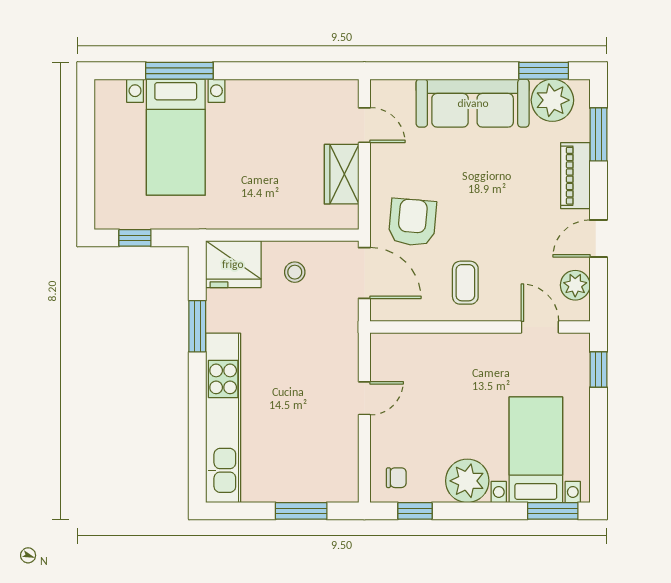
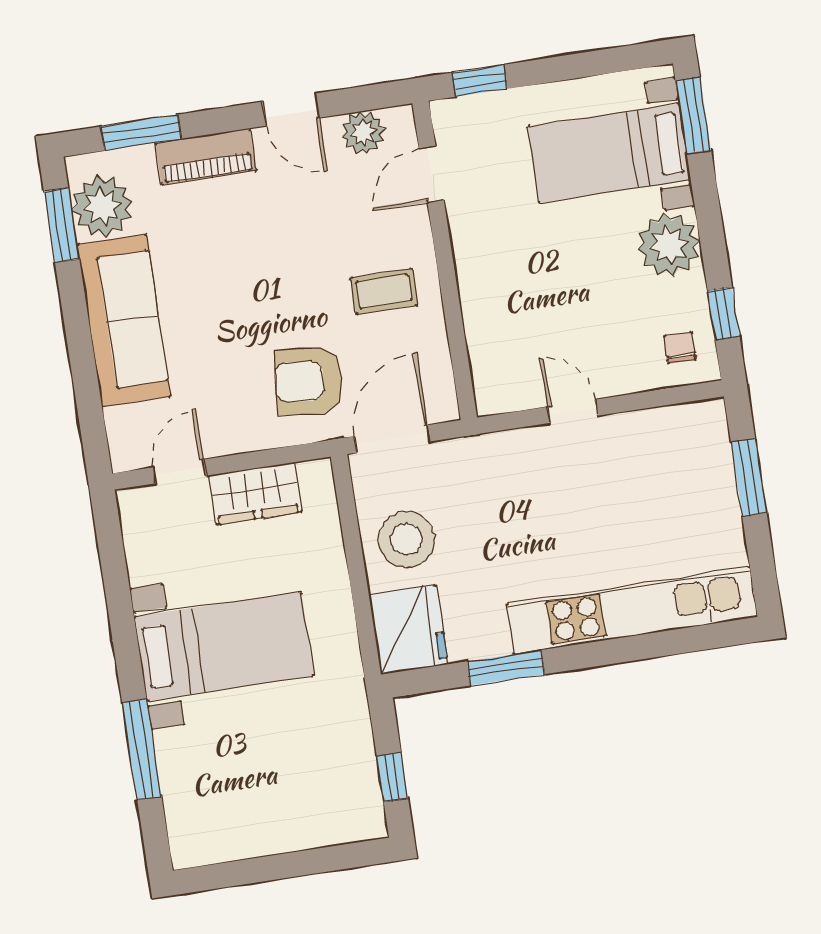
bed with nightstands: (176, 137) -> (224, 646), moved
stool: (295, 272) -> (406, 539), width x1.89, depth x1.89

